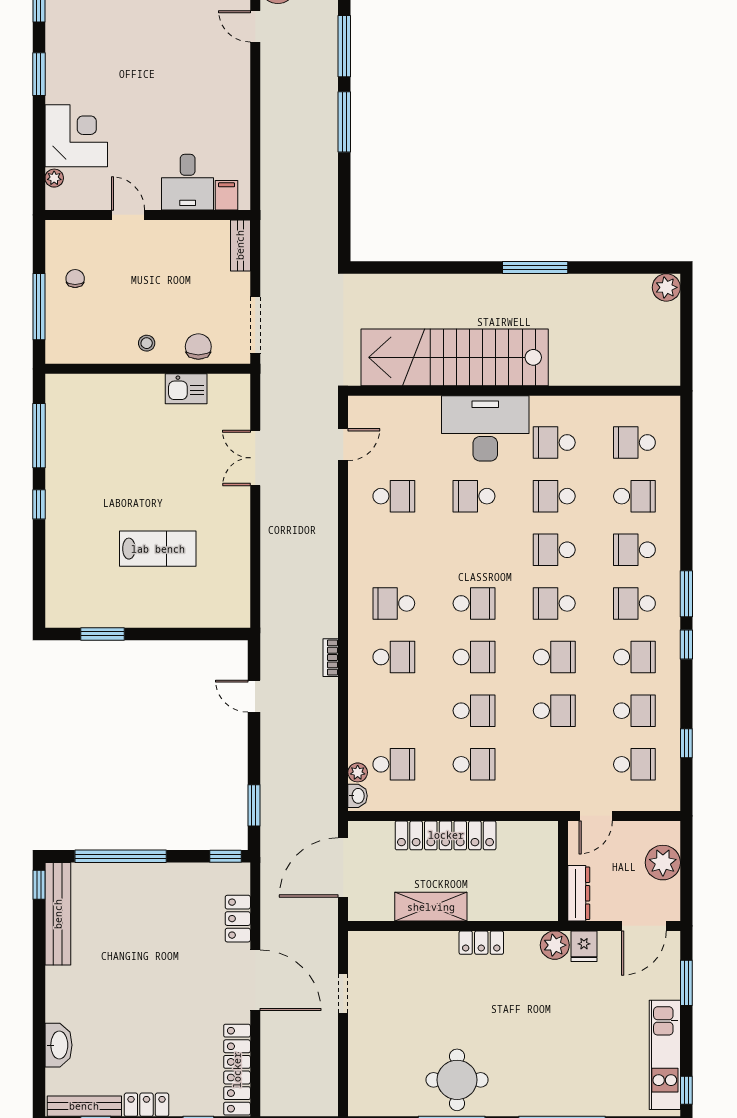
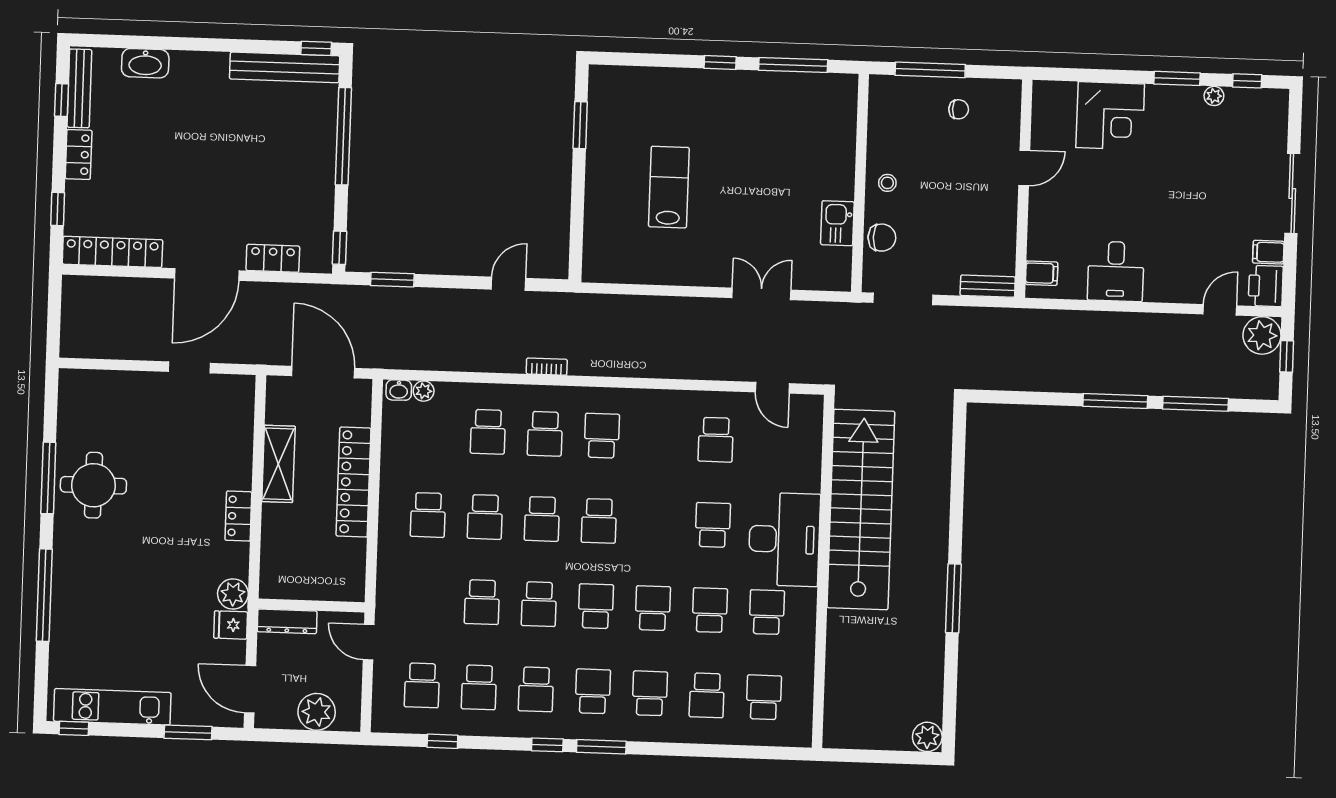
plant: (54, 178) -> (1214, 96), moved
desk: (188, 182) -> (1116, 271), moved, turned -90
lab bench: (158, 549) -> (669, 187), turned 180
school desk: (394, 764) -> (488, 432), moved

